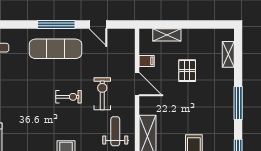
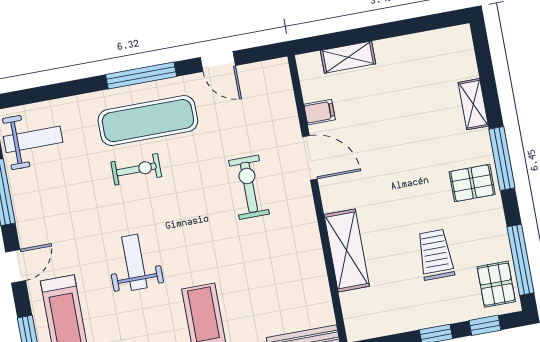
shelving: (228, 54) -> (473, 104), moved
pallet: (187, 71) -> (472, 183), moved, turned 90
exercise bike: (68, 97) -> (136, 169), moved
weight bench: (115, 131) -> (134, 262), moved

